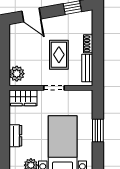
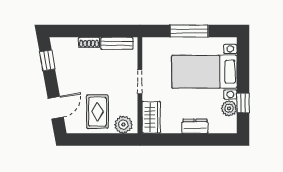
rug: (59, 55) -> (97, 112), moved, turned 90
window: (98, 131) -> (189, 31), width x1.44

